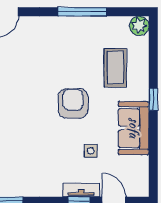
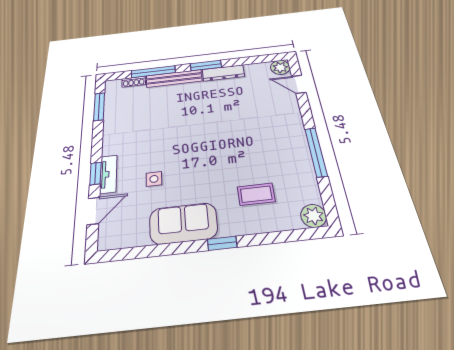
coffee table: (115, 68) -> (256, 194), width x0.73, depth x0.77
armchair: (73, 103) -> (208, 155), removed

